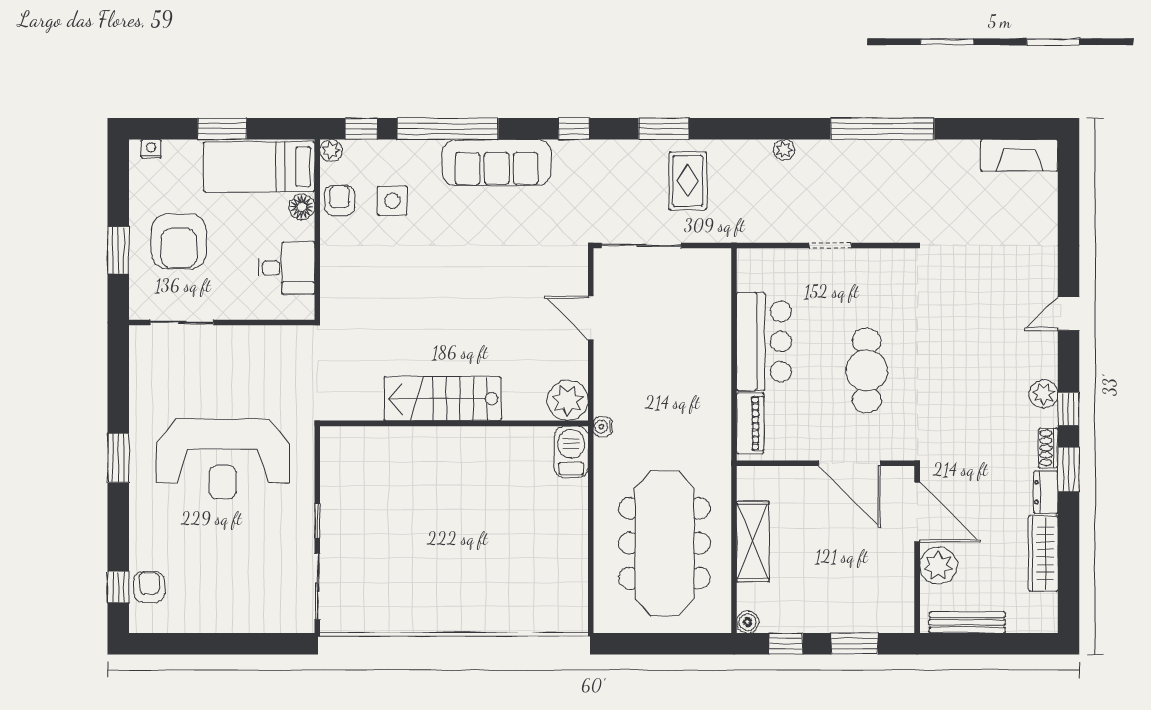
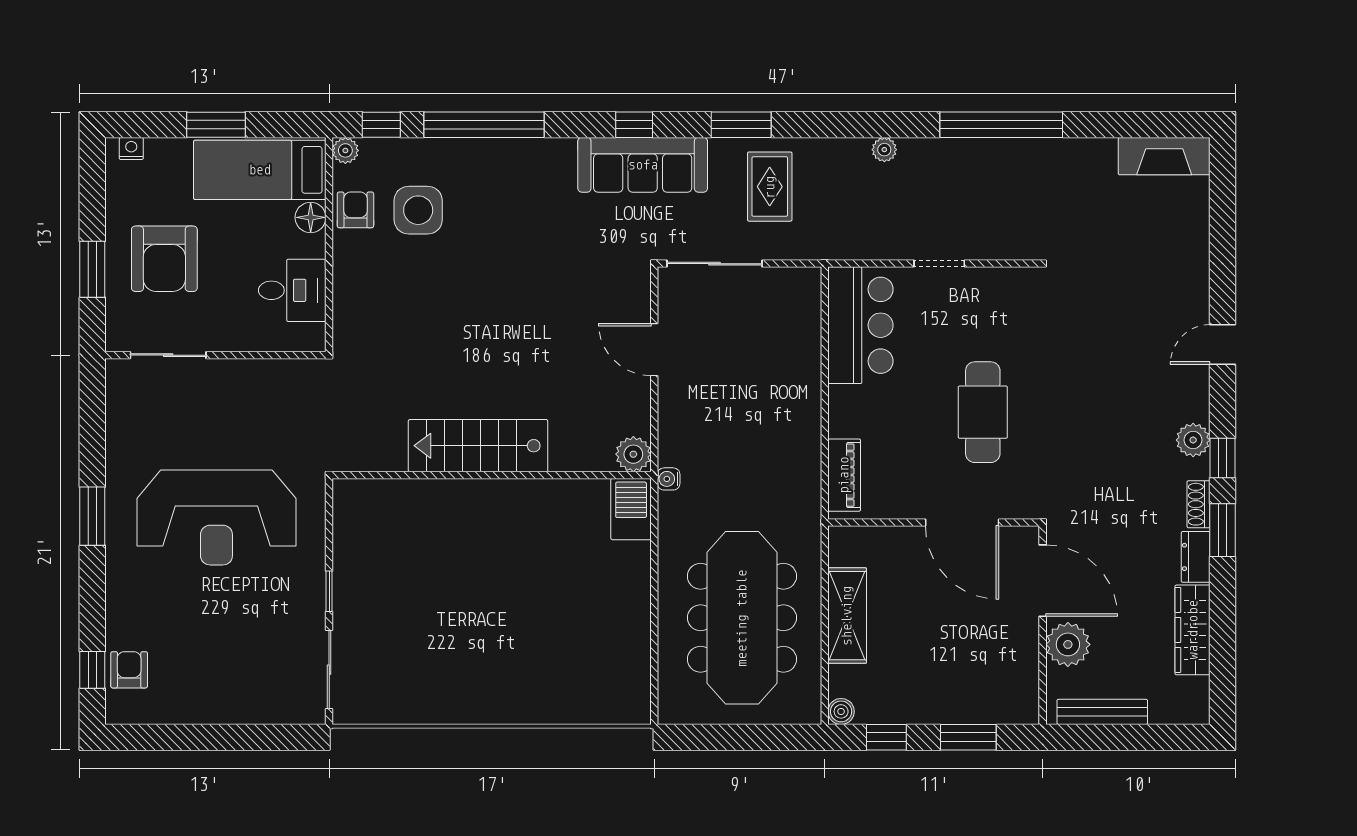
sofa: (497, 163) -> (643, 165), moved
side table: (392, 201) -> (418, 210), width x1.37, depth x1.37
bar counter: (764, 342) -> (860, 325), moved
plant: (568, 400) -> (633, 454), width x0.73, depth x0.73

